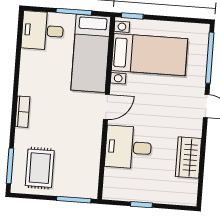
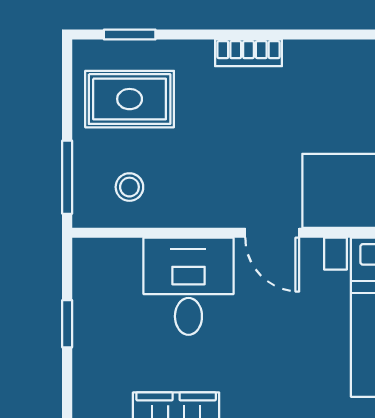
window: (10, 166) -> (130, 35), width x0.67
stool: (80, 171) -> (129, 187), added

